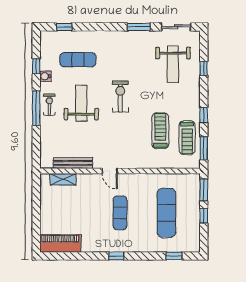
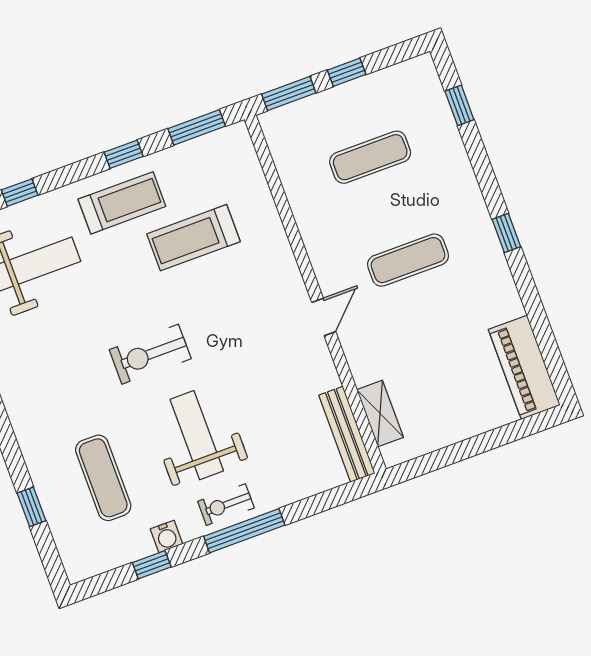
window: (64, 27) -> (31, 507), moved
weight bench: (81, 103) -> (197, 435), turned 90
treadmill: (187, 138) -> (122, 203), moved
bench: (73, 163) -> (347, 434), moved
exercise mat: (166, 213) -> (370, 157), width x0.73, depth x0.69

